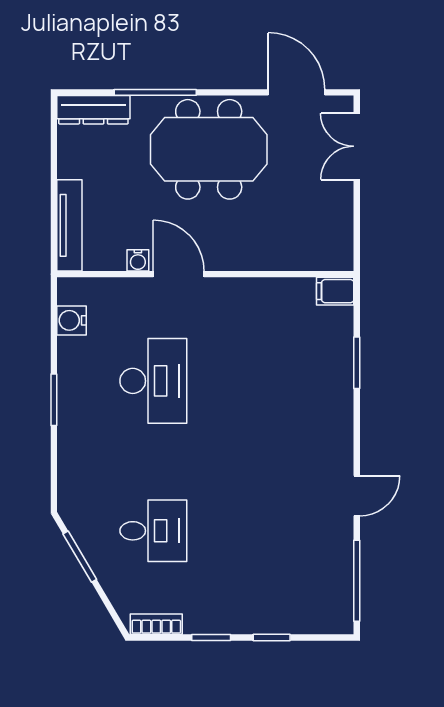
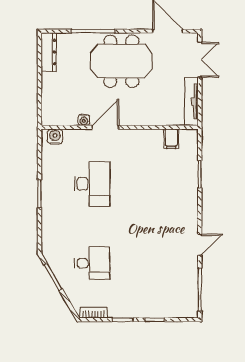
dresser: (93, 110) -> (49, 52), moved, turned -90
double door: (357, 146) -> (200, 60), swing flipped
tv unit: (69, 225) -> (192, 102), moved, turned 180
door: (179, 274) -> (105, 127), hinge flipped
filing cabinet: (335, 291) -> (171, 139), moved, turned -90
water cooler: (72, 320) -> (55, 137), moved, turned 90

